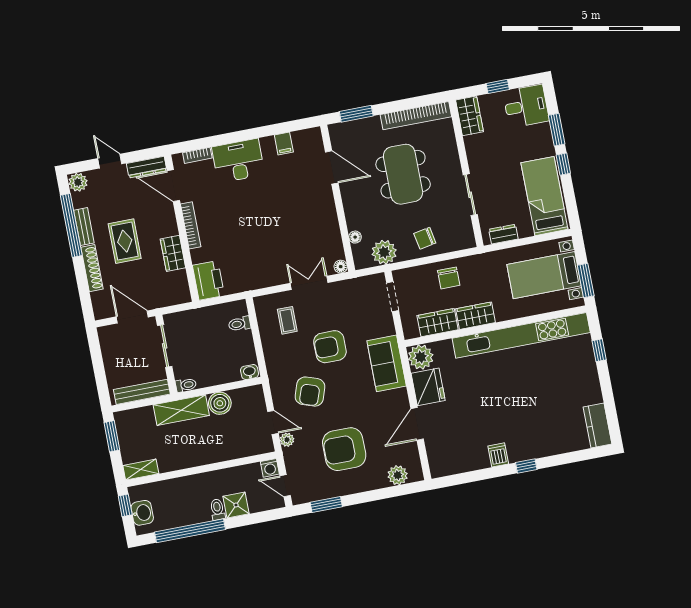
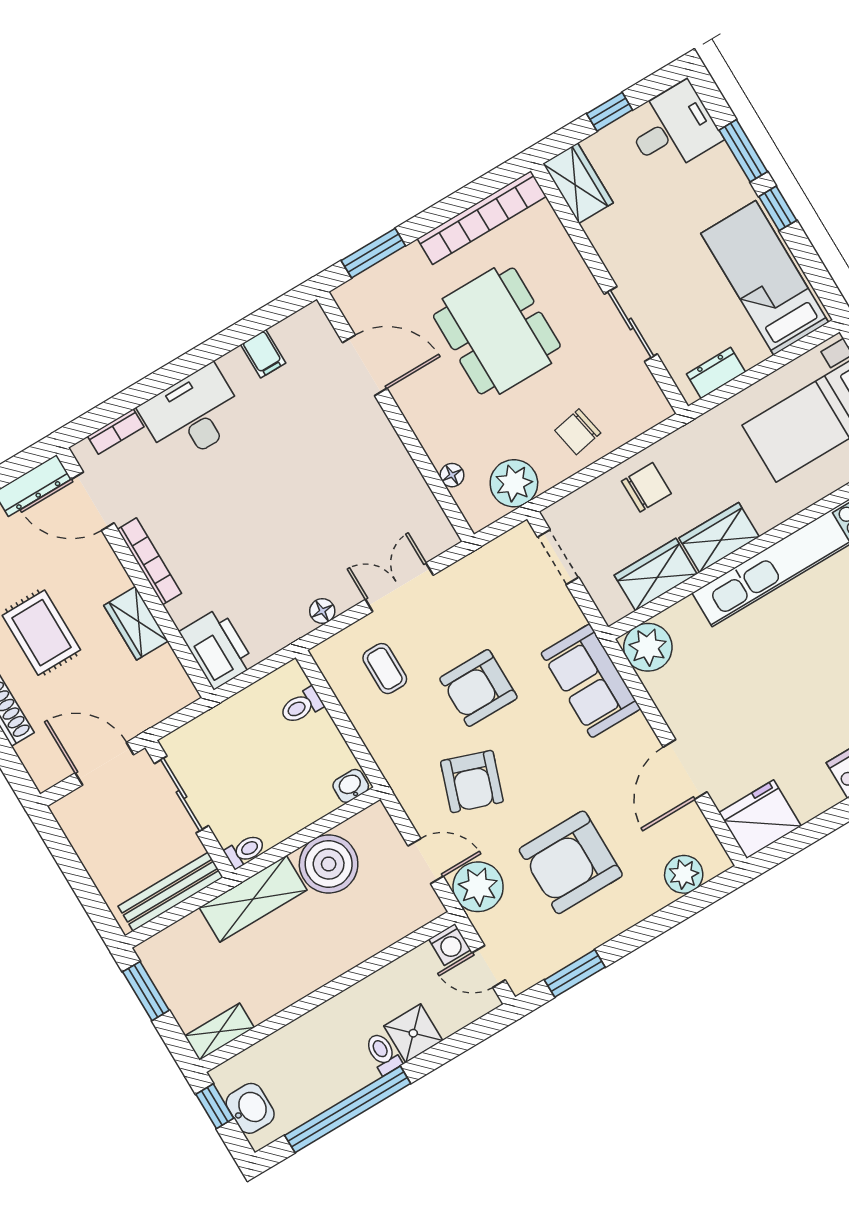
floor lamp: (341, 267) -> (322, 611), moved
chair: (449, 278) -> (646, 487), turned -90
fridge: (428, 387) -> (760, 819), moved, turned -90
boiler: (220, 403) -> (329, 864), width x1.37, depth x1.37
plant: (287, 440) -> (478, 887), width x1.88, depth x1.88

